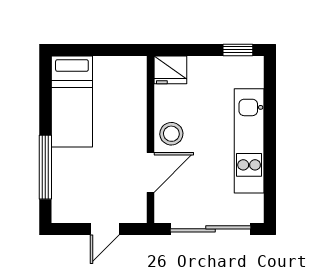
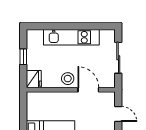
window: (238, 50) -> (23, 57), moved
sliding door: (210, 229) -> (118, 58), width x0.73

